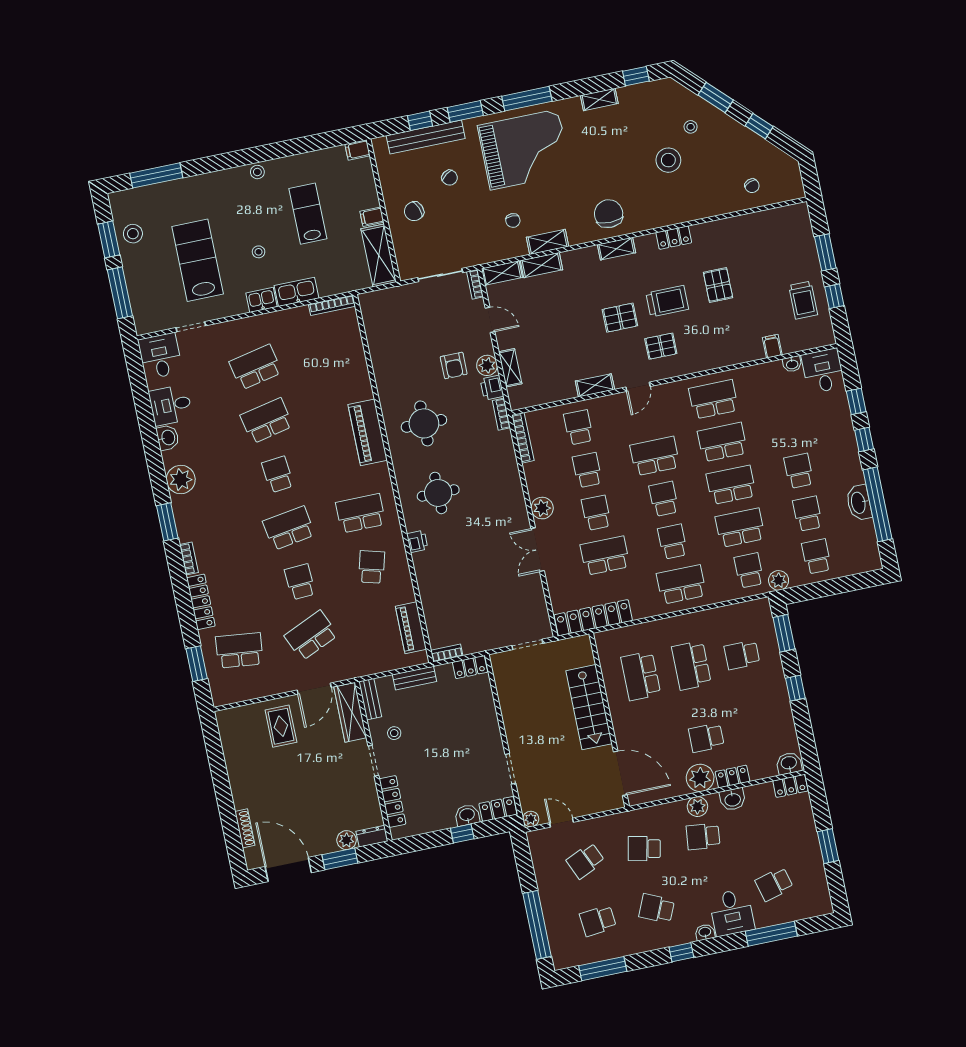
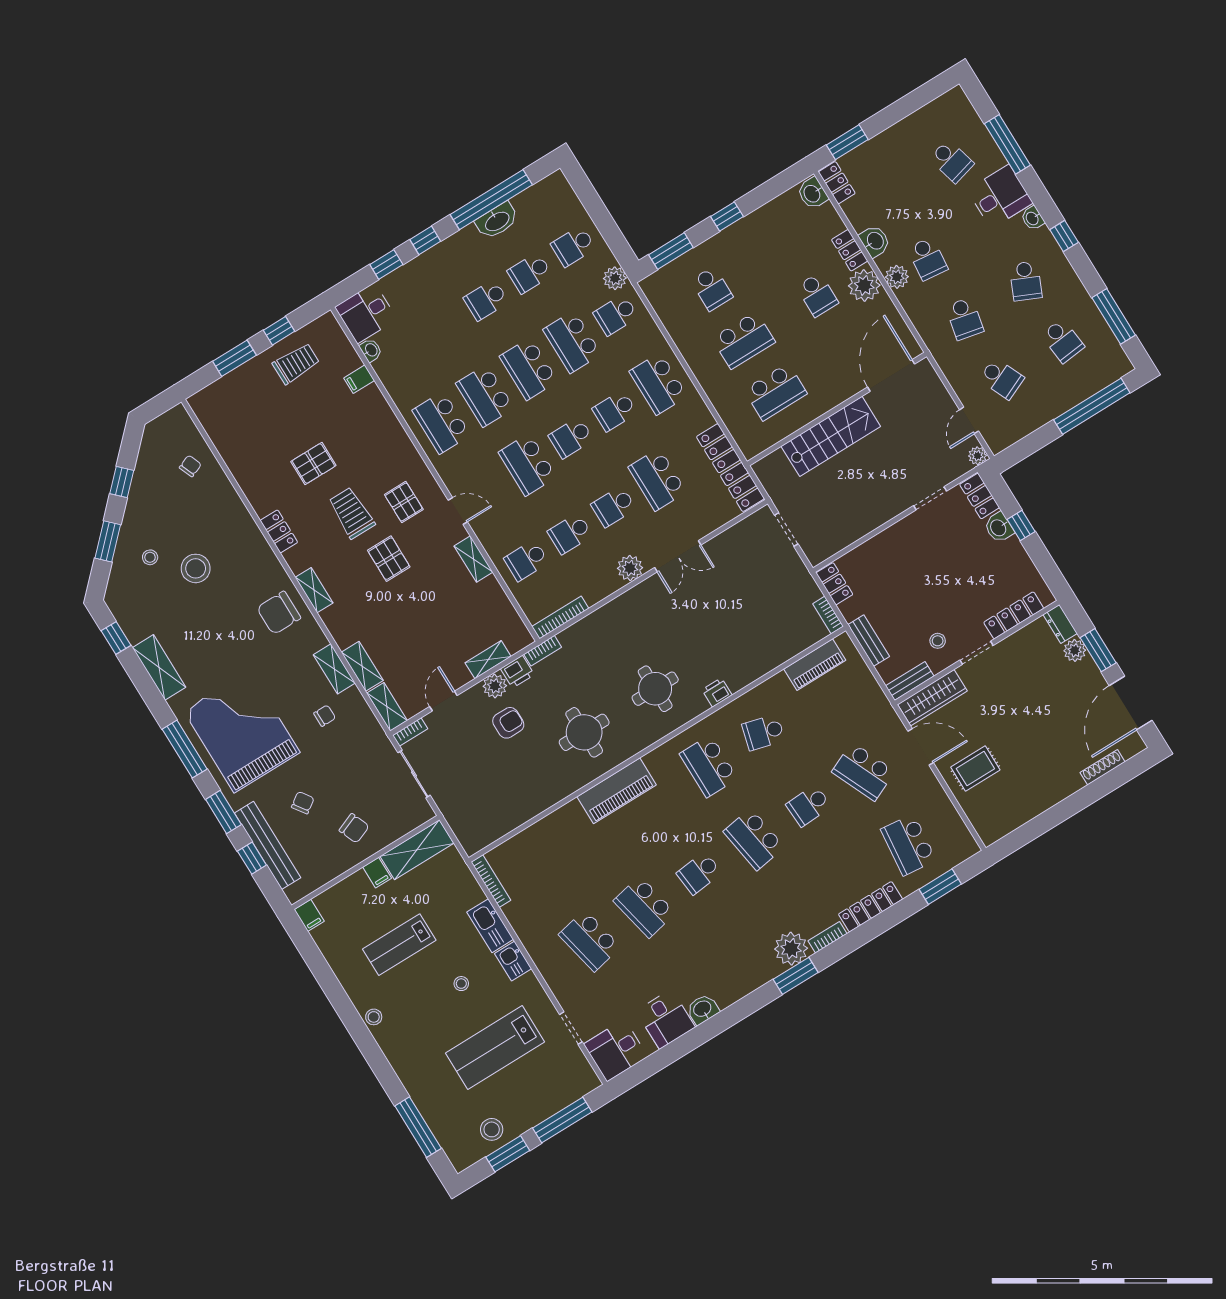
shelving: (599, 99) -> (159, 667), width x1.50, depth x1.33
plant: (181, 480) -> (791, 949), moved
window: (828, 846) -> (847, 142), moved

